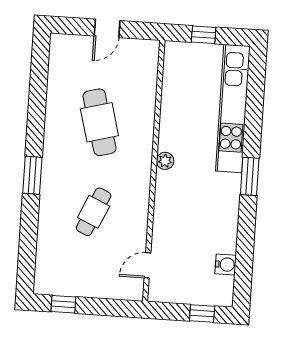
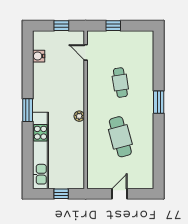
cafe table: (94, 212) -> (120, 83), turned -33
door: (147, 265) -> (86, 52), swing flipped
window: (63, 304) -> (113, 26), moved
window: (202, 313) -> (61, 26), moved

